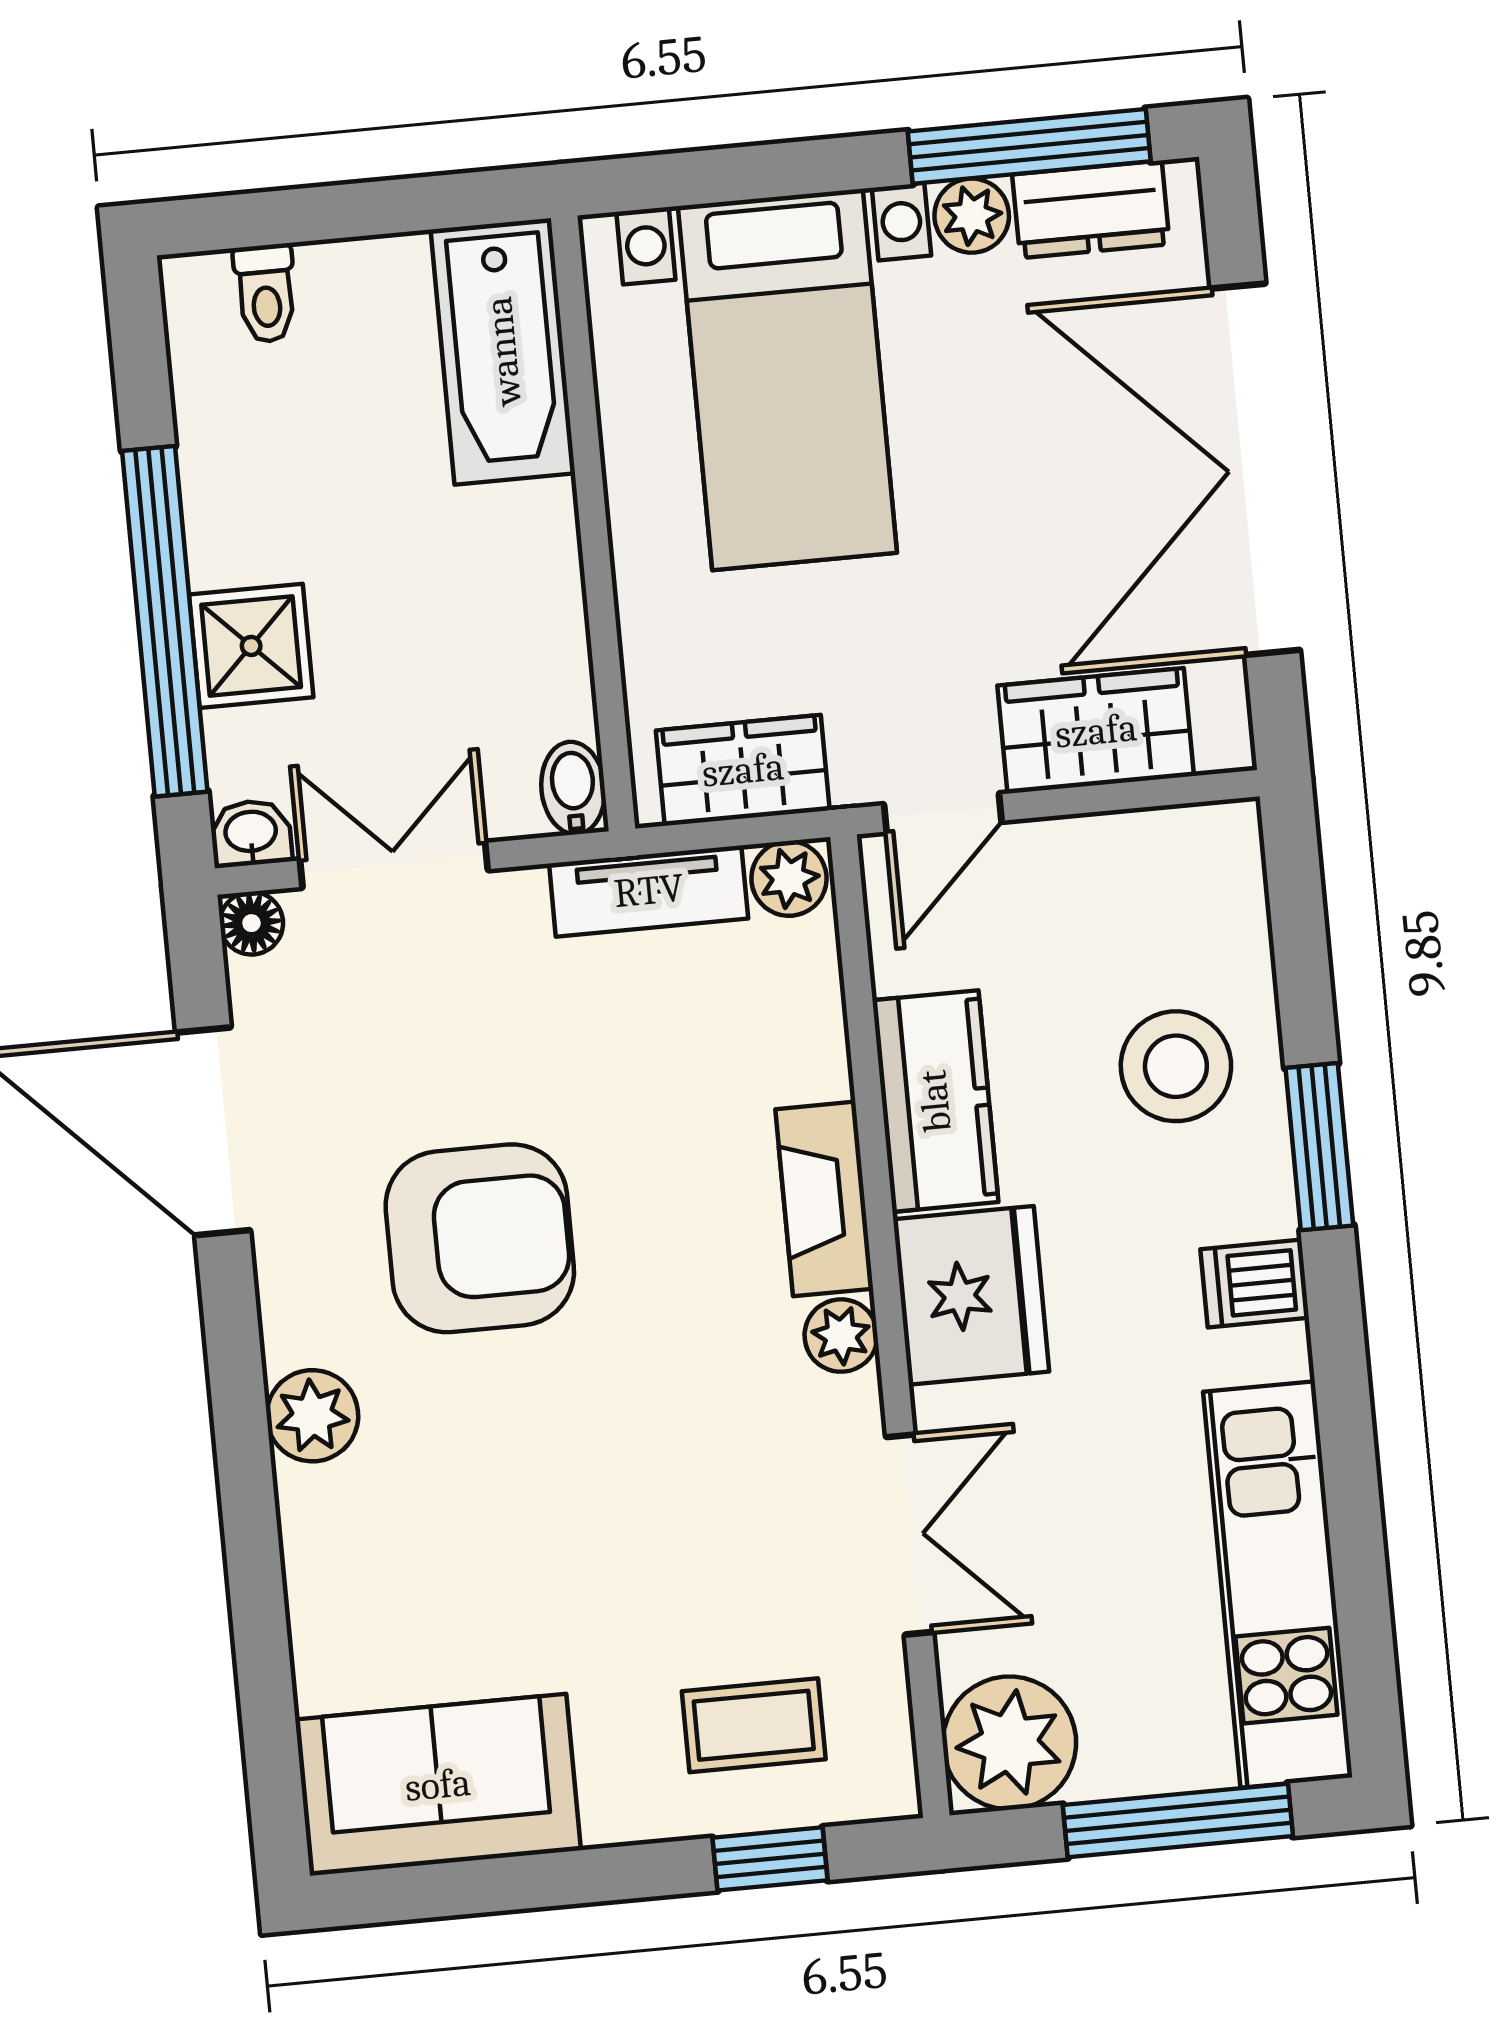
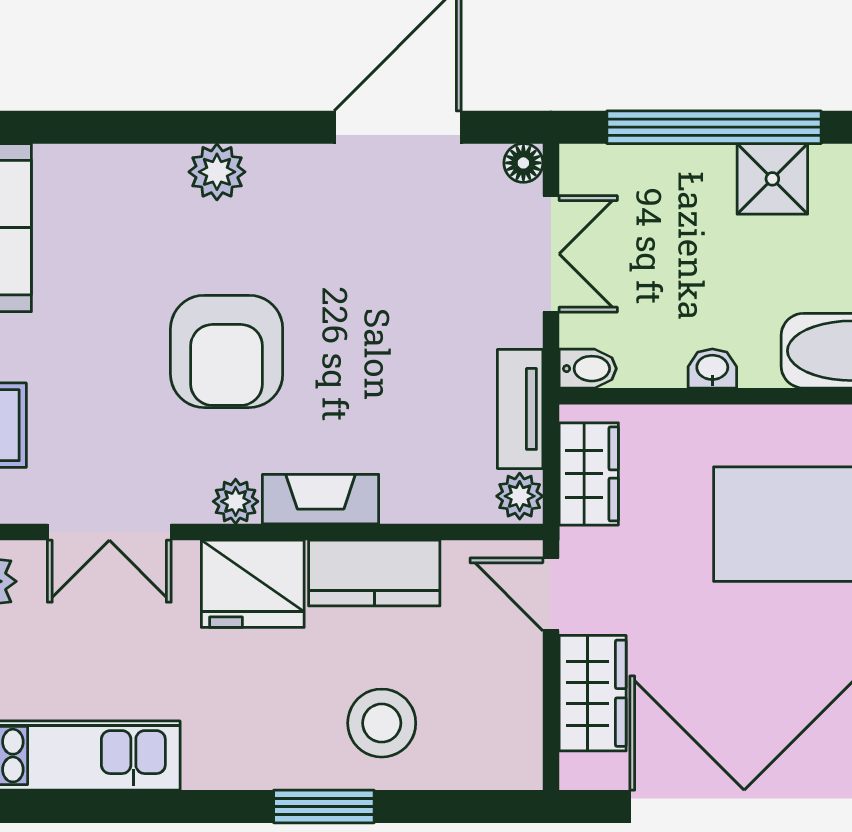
shower: (251, 646) -> (772, 179), moved
washbasin: (251, 833) -> (712, 368), moved, turned -90
armchair: (480, 1238) -> (227, 351), moved
dishwasher: (1255, 1283) -> (244, 759), removed

